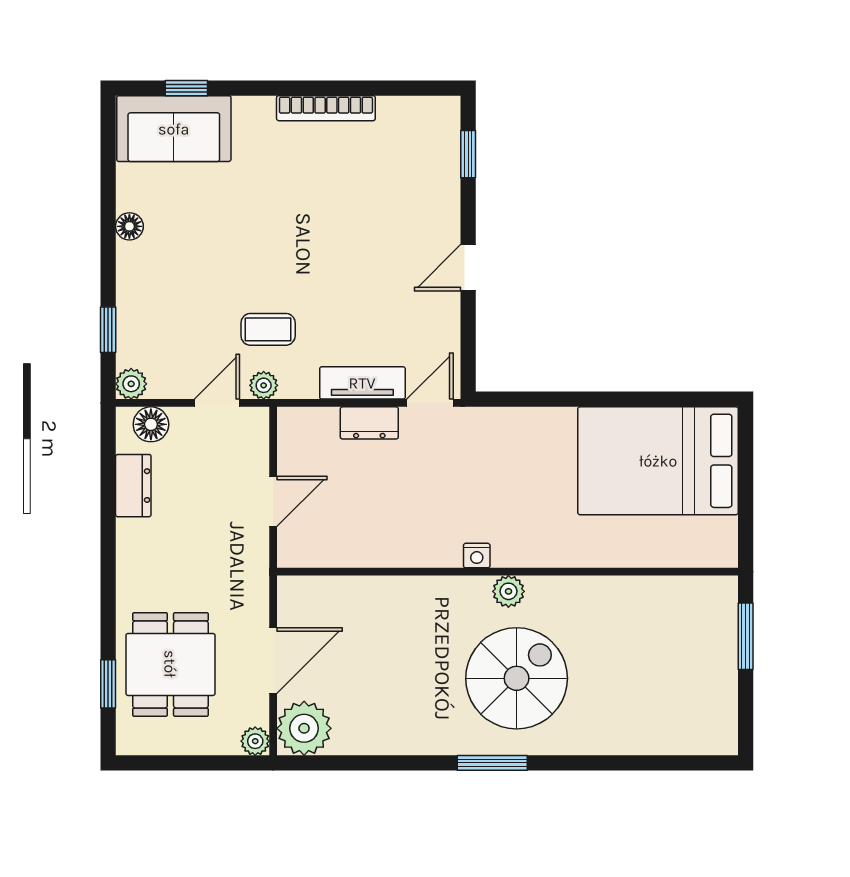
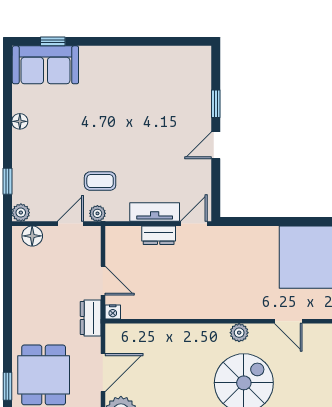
bookcase: (326, 108) -> (134, 53), removed
window: (468, 154) -> (216, 104), moved
dresser: (133, 486) -> (91, 318), moved, turned 180
door: (273, 501) -> (103, 281), hinge flipped
nightstand: (477, 556) -> (113, 312), moved
door: (593, 572) -> (288, 321), added

